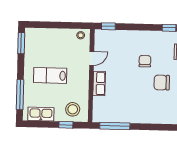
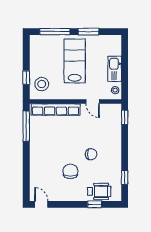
window: (21, 43) -> (89, 32), moved
lab bench: (50, 75) -> (75, 61), width x1.36, depth x1.39
row of seats: (99, 84) -> (56, 110), width x2.02
kitchen sink: (41, 114) -> (115, 69), moved, turned 180

